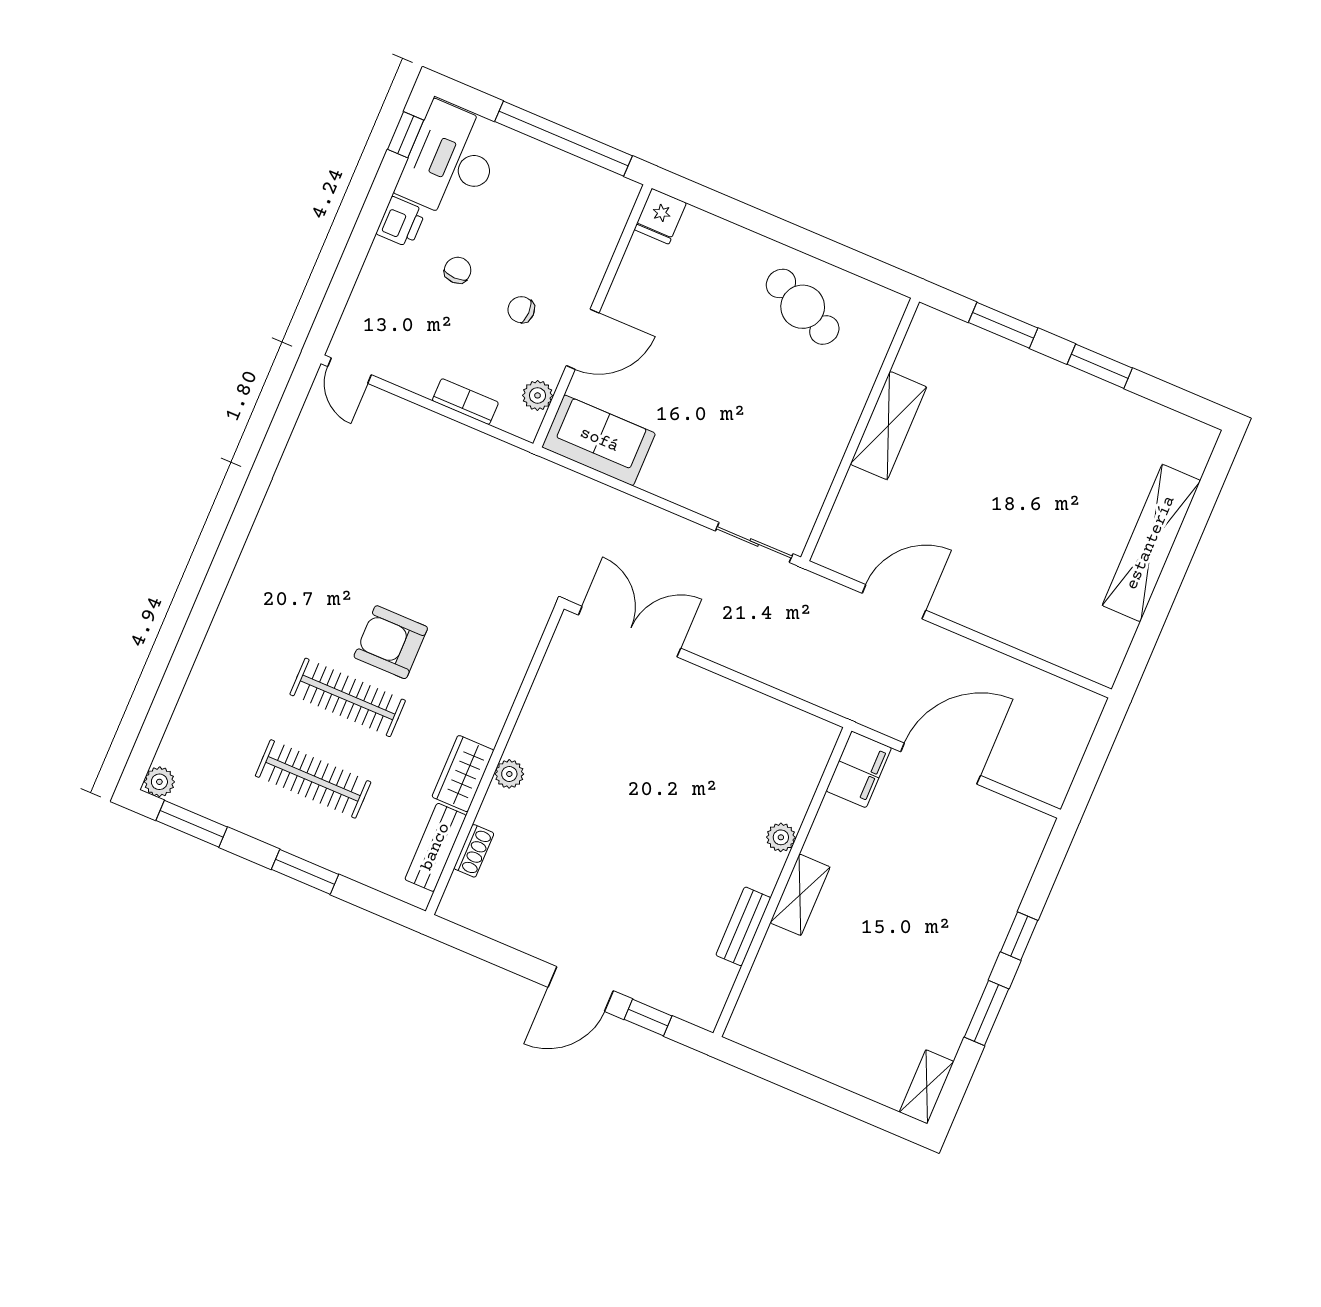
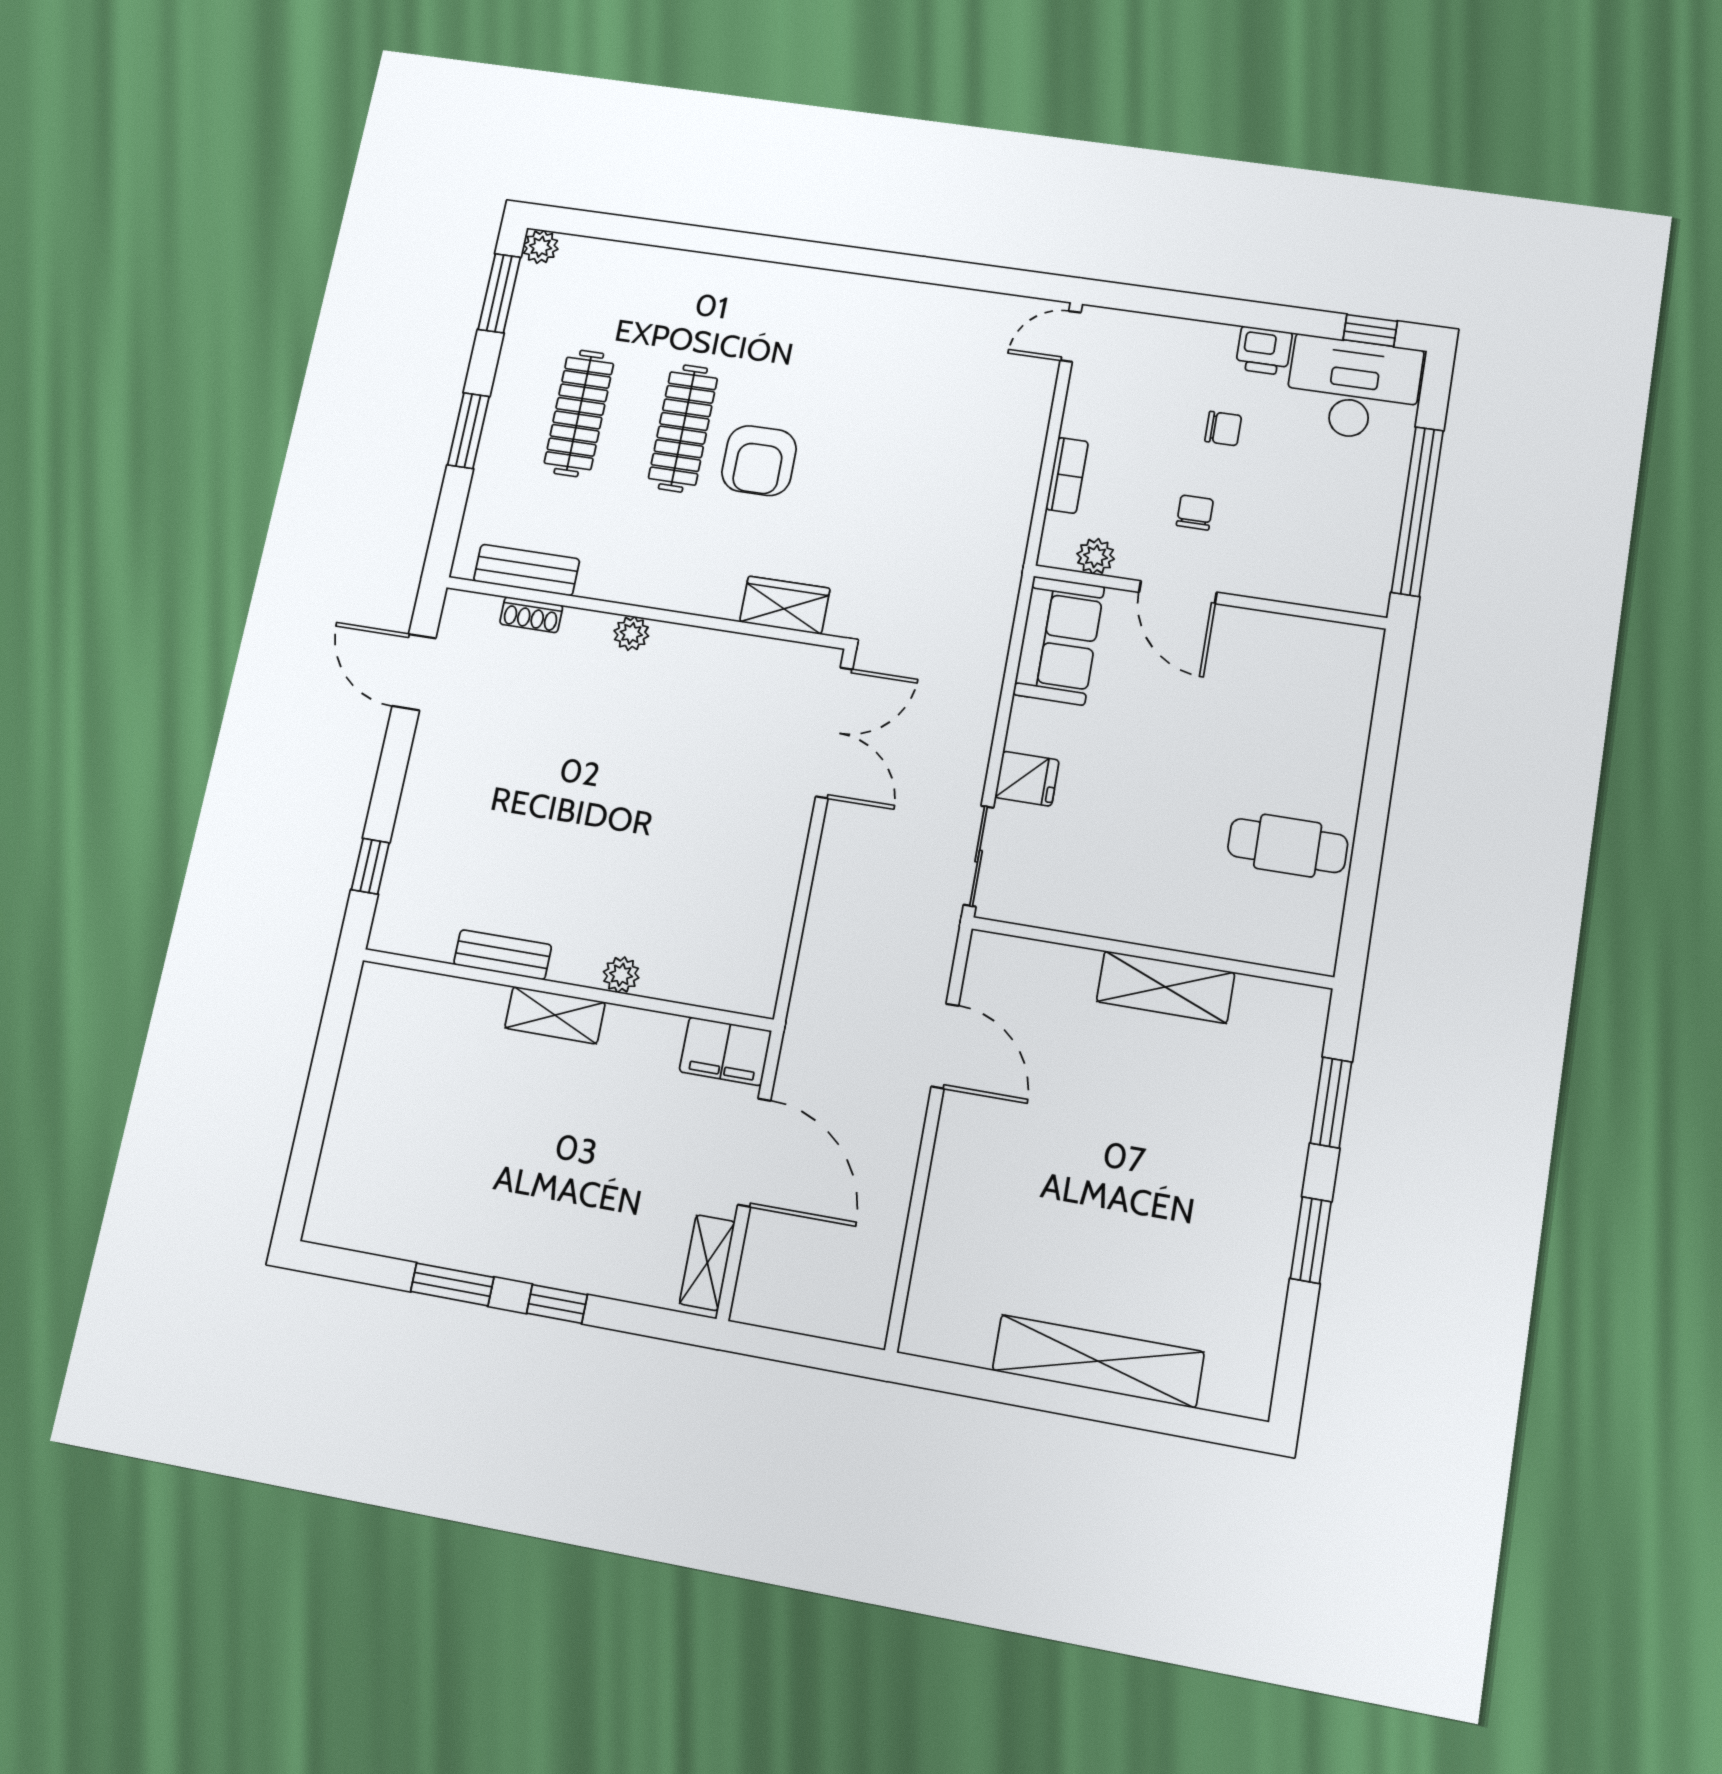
fridge: (660, 216) -> (1027, 779), moved, turned 180
cafe table: (803, 307) -> (1288, 846), turned 66
armchair: (391, 642) -> (759, 461), turned 180
wardrobe: (463, 774) -> (785, 605), moved
door: (581, 989) -> (414, 672), moved
shelving: (927, 1087) -> (707, 1263), moved, turned 90

